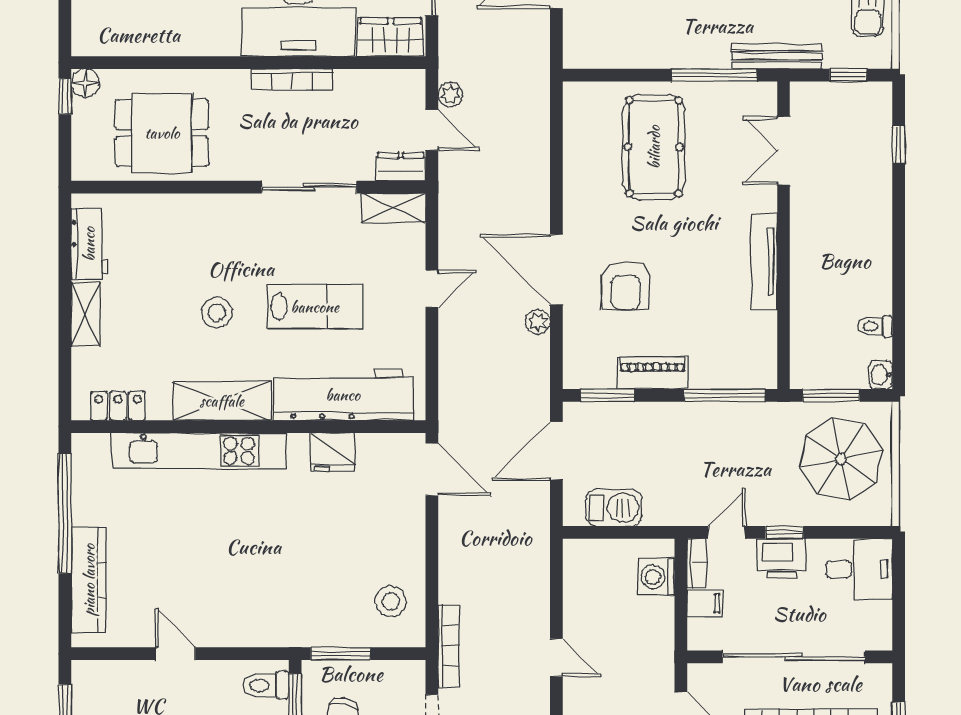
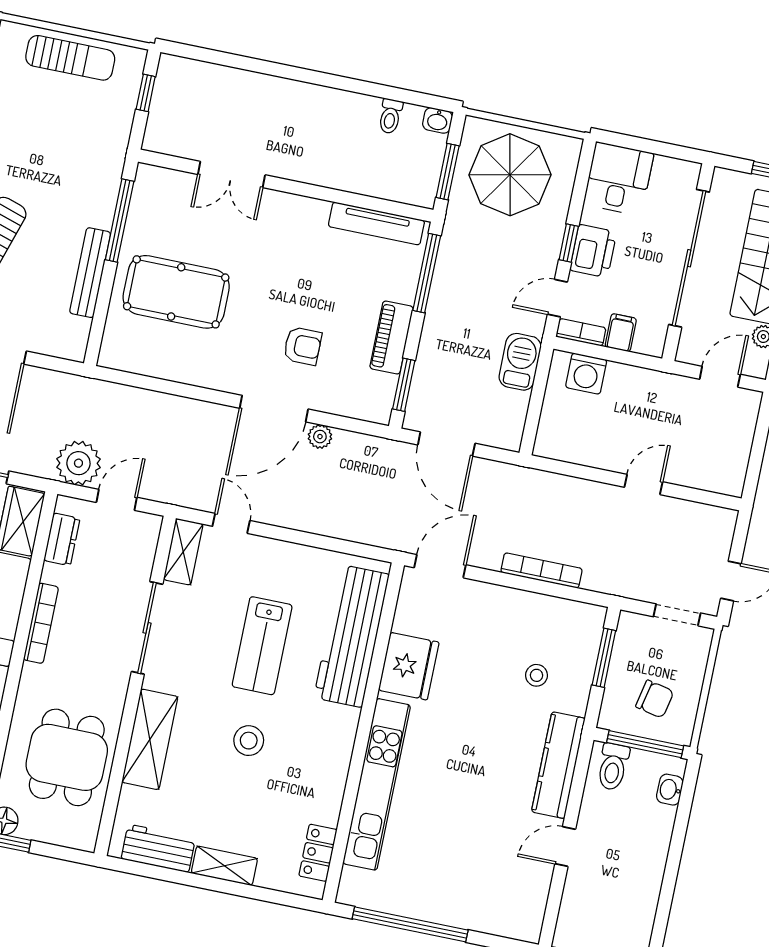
bench: (777, 56) -> (90, 273), moved
plant: (450, 95) -> (78, 463), width x1.88, depth x1.88
window: (899, 145) -> (222, 58), removed
double door: (784, 151) -> (232, 175), moved
dresser: (401, 167) -> (62, 539), moved, turned 180
tv unit: (764, 261) -> (376, 223), moved
armchair: (626, 285) -> (303, 346), width x0.72, depth x0.72
door: (432, 289) -> (231, 523), moved
lab bench: (315, 307) -> (262, 646), turned 180
shelving: (222, 401) -> (150, 739), moved
fridge: (333, 452) -> (409, 666), width x1.36, depth x1.34
barbecue: (614, 508) -> (520, 362), moved
door: (726, 532) -> (557, 298), hinge flipped
kitchen counter: (89, 580) -> (558, 765), moved, turned -90
stool: (391, 601) -> (537, 675), moved, width x0.73, depth x0.73
bookcase: (449, 646) -> (541, 570), moved
window: (341, 654) -> (604, 658), moved

